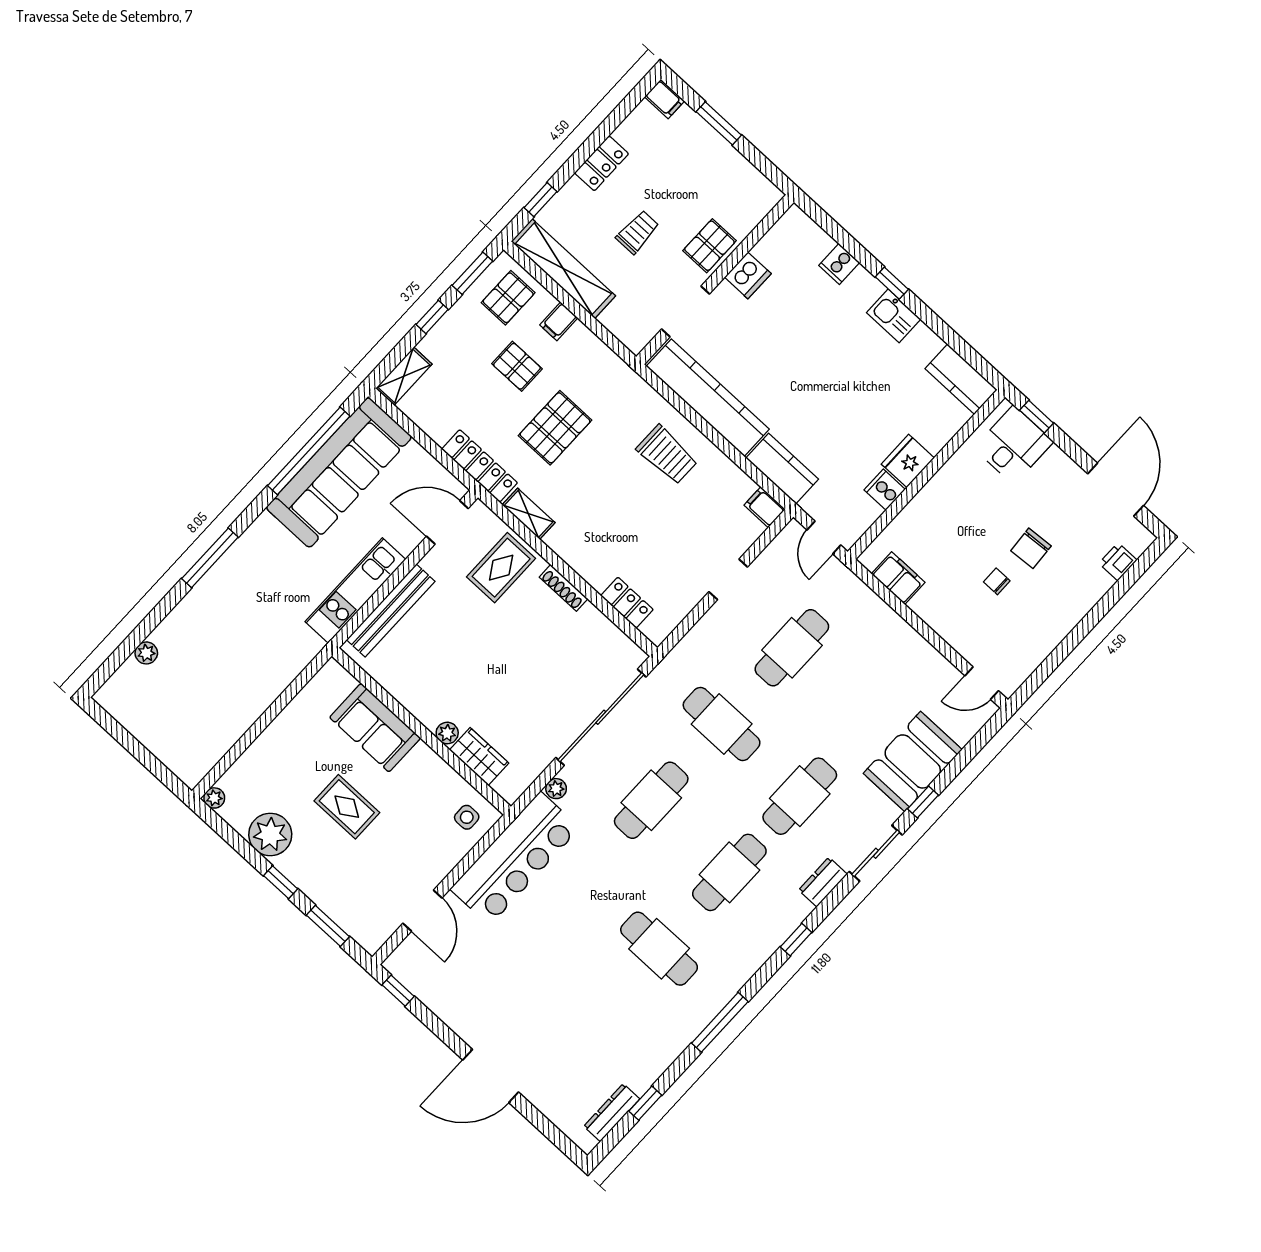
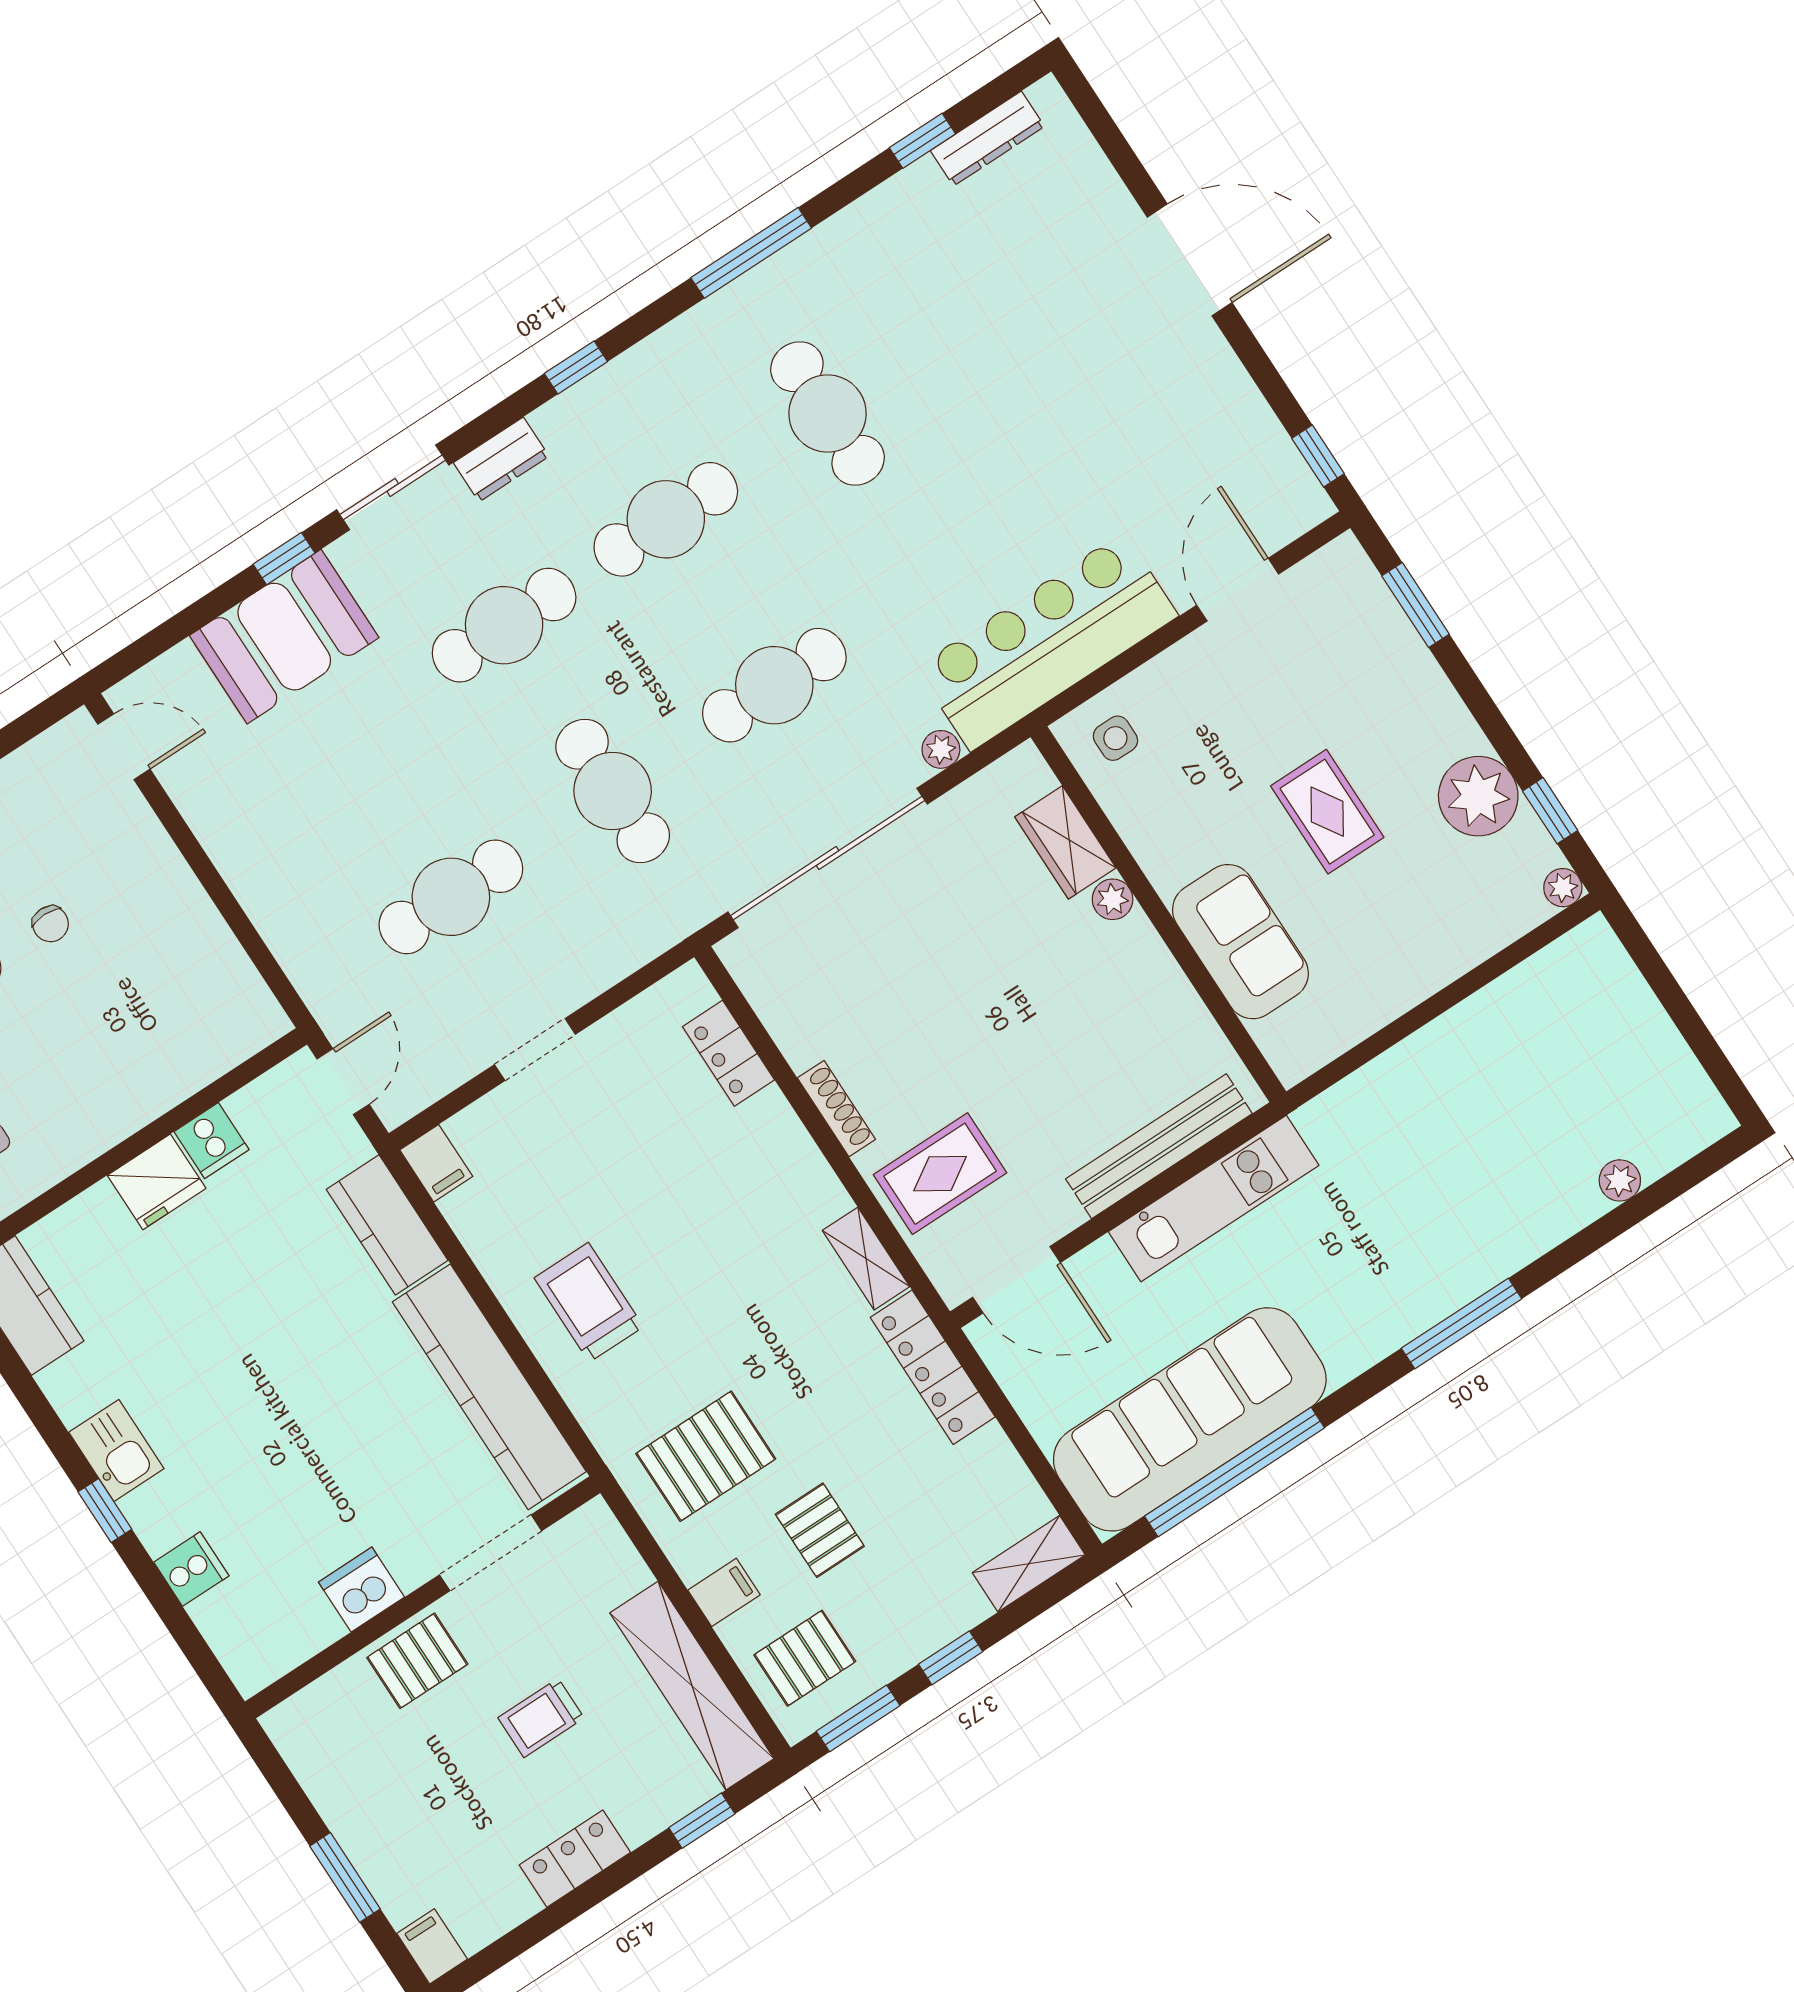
pallet: (555, 428) -> (706, 1456), moved
filing cabinet: (898, 578) -> (227, 974), removed
window: (281, 882) -> (1550, 811), moved

